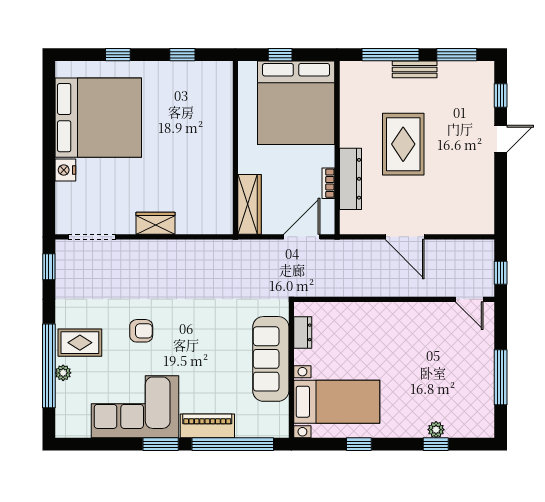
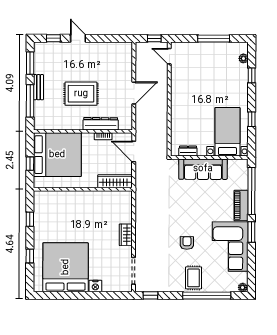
door: (469, 299) -> (169, 56), swing flipped
plant: (63, 373) -> (243, 288), moved
plant: (436, 430) -> (243, 58), moved

